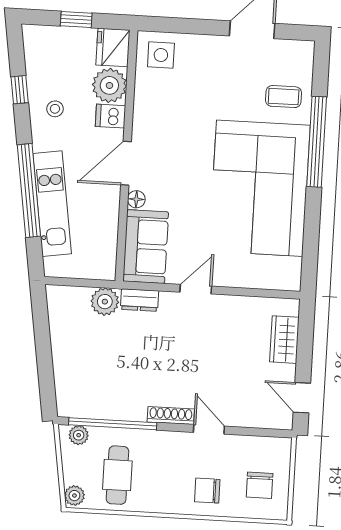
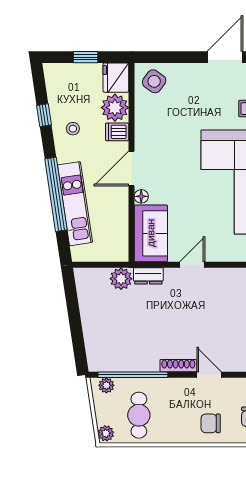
side table: (161, 55) -> (154, 81), turned 36

